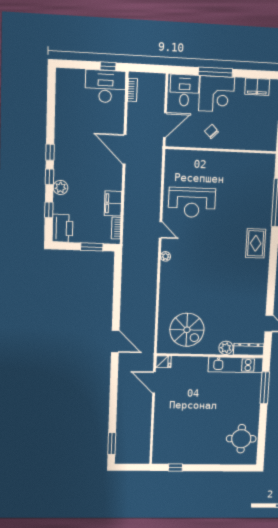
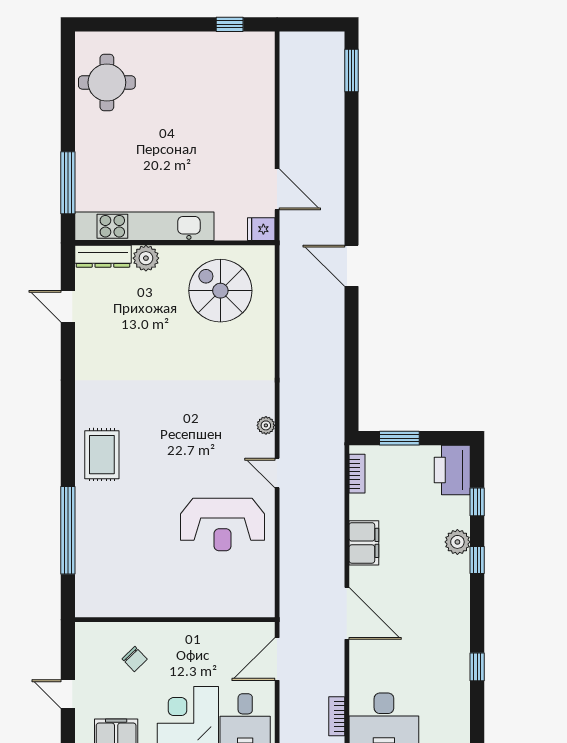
chair: (212, 132) -> (135, 659), moved
window: (50, 152) -> (477, 667), moved
reception desk: (192, 202) -> (222, 524), turned 180
filing cabinet: (113, 204) -> (364, 543), moved
kitchen unit: (236, 365) -> (144, 226), width x1.36

